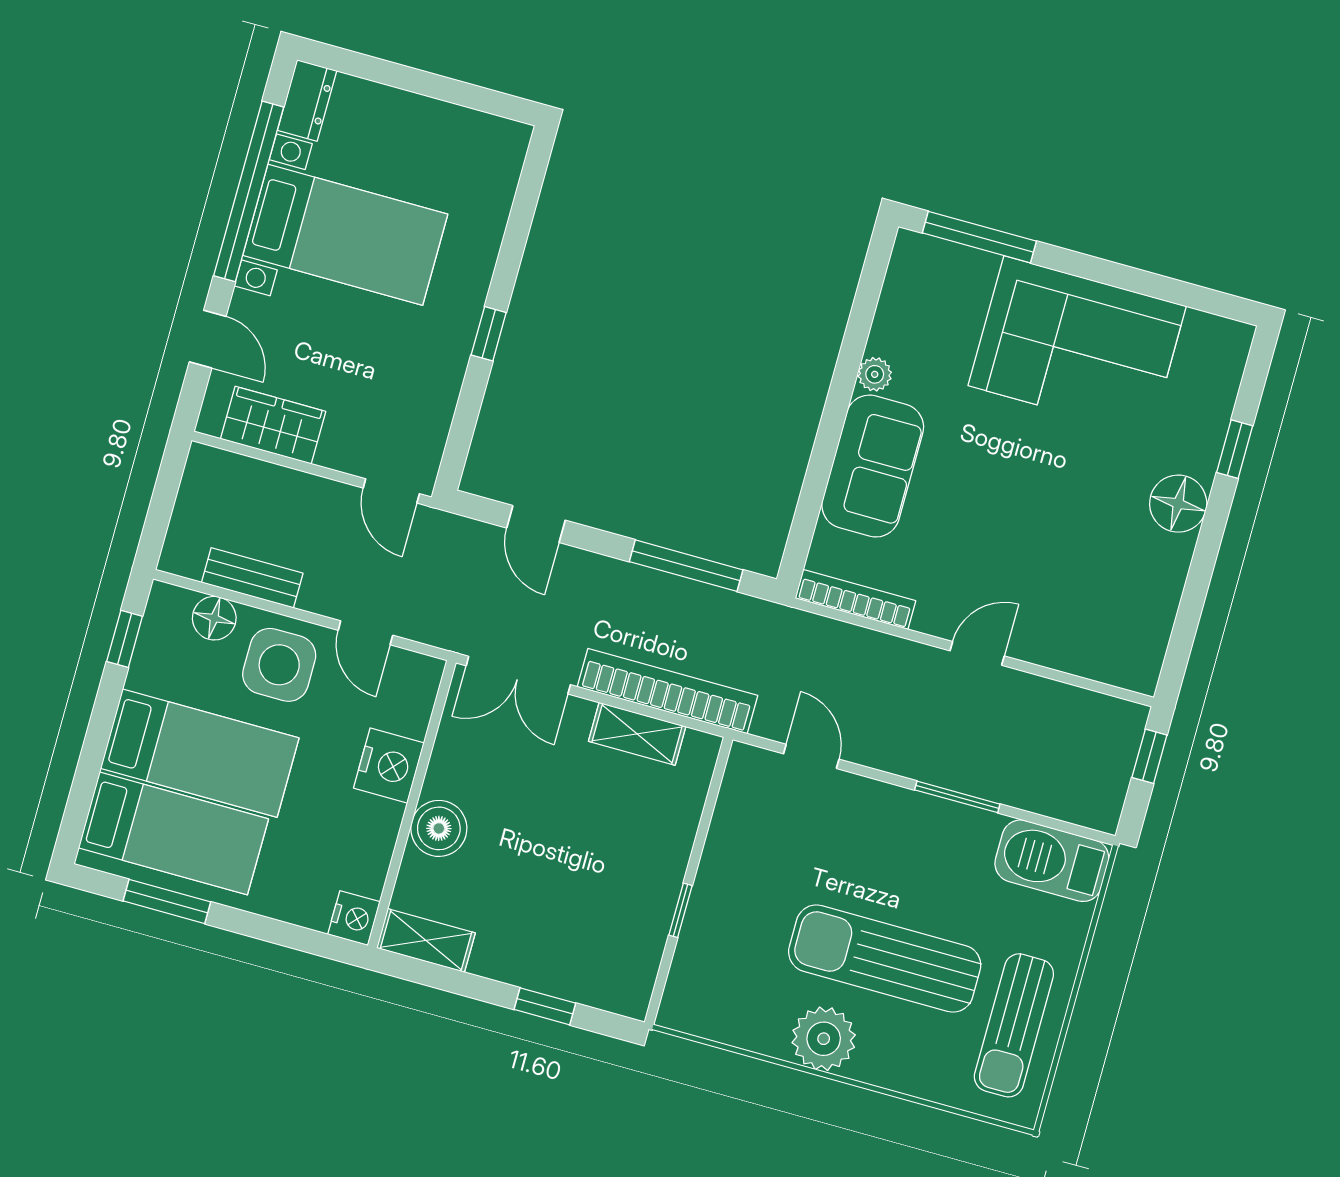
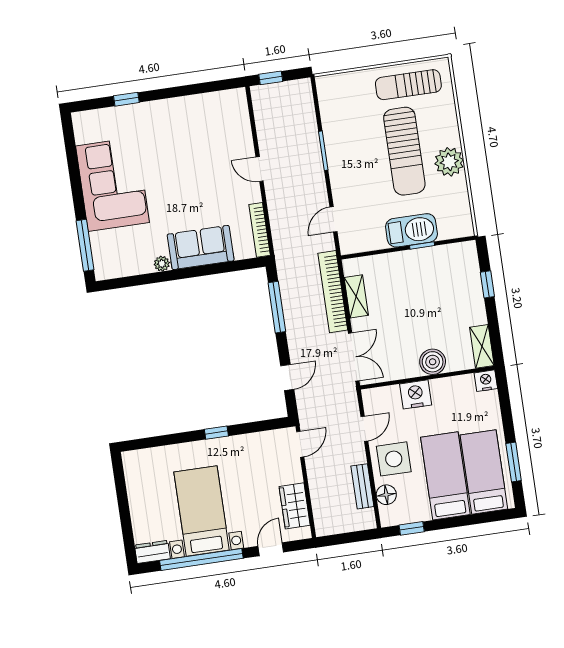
floor lamp: (1178, 504) -> (160, 113), removed
barbecue: (1052, 861) -> (411, 230), moved, turned -90
sun lounger: (1014, 1025) -> (408, 85), turned 180

